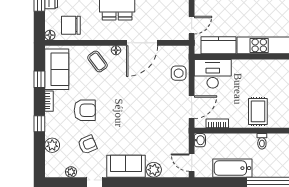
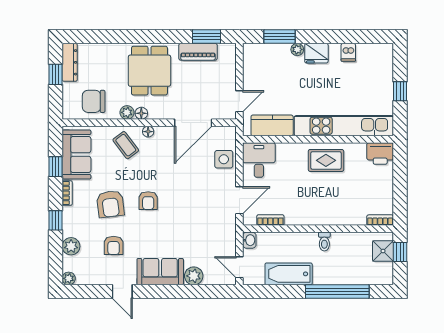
plant: (98, 34) -> (127, 112), added
floor lamp: (50, 35) -> (141, 113), moved
door: (142, 43) -> (193, 123), moved
desk: (213, 74) -> (259, 160), width x0.73
armchair: (116, 107) -> (148, 201), added
armchair: (85, 110) -> (110, 204), turned 83
rug: (258, 111) -> (326, 160), moved, turned 90
armchair: (87, 145) -> (114, 245), turned 113
plant: (71, 172) -> (69, 278), moved

